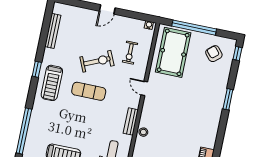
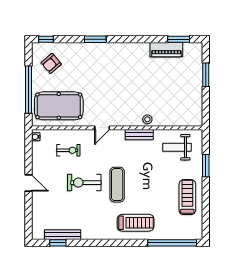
exercise bike: (97, 61) -> (84, 183), turned -66
window: (37, 69) -> (58, 243), moved
treadmill: (52, 83) -> (136, 223), moved

